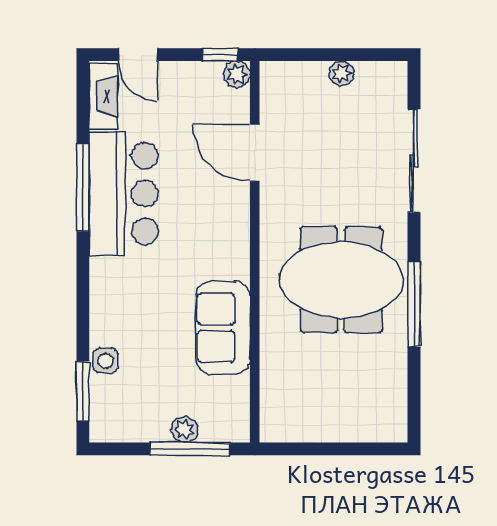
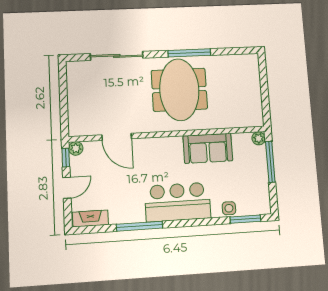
door: (138, 55) -> (67, 188), moved
plant: (342, 73) -> (73, 94), removed
door: (255, 153) -> (117, 137), hinge flipped
bar counter: (124, 193) -> (178, 202), moved
plant: (185, 429) -> (259, 138), moved

